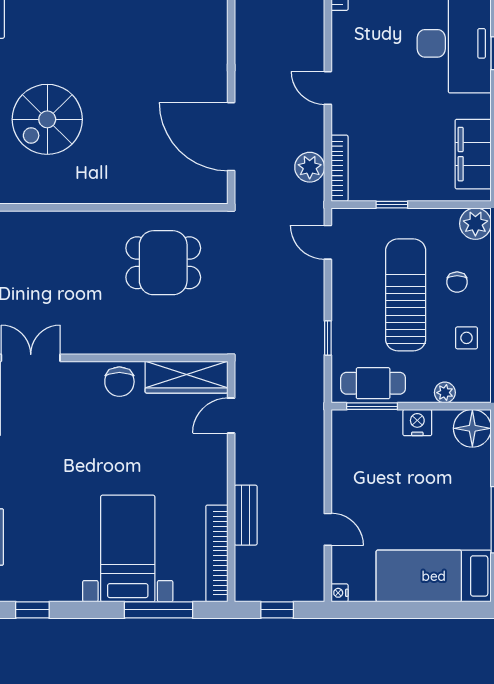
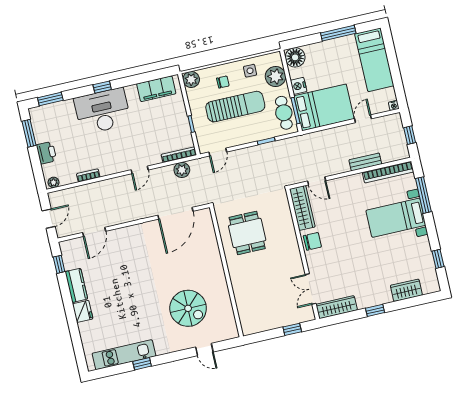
sun lounger: (406, 295) -> (235, 107), turned 180
plant: (445, 393) -> (276, 76), width x1.87, depth x1.87
bed: (366, 461) -> (324, 107), added

